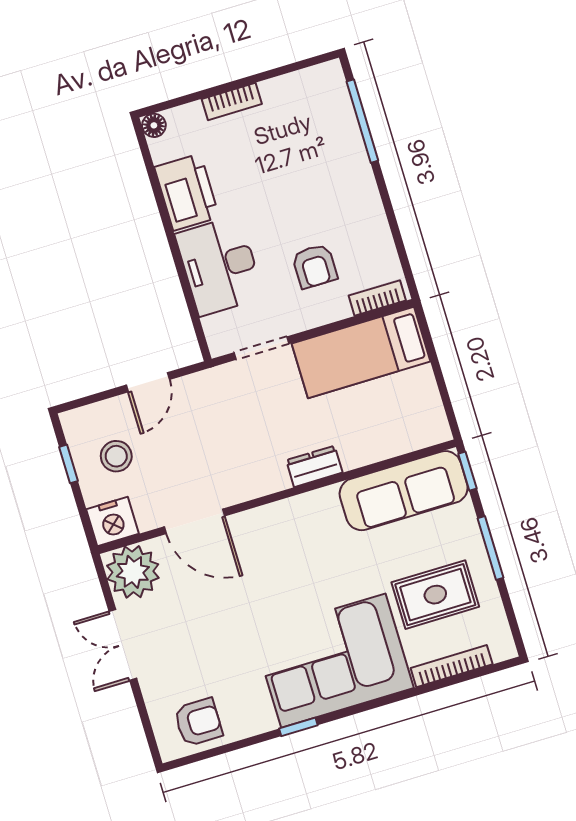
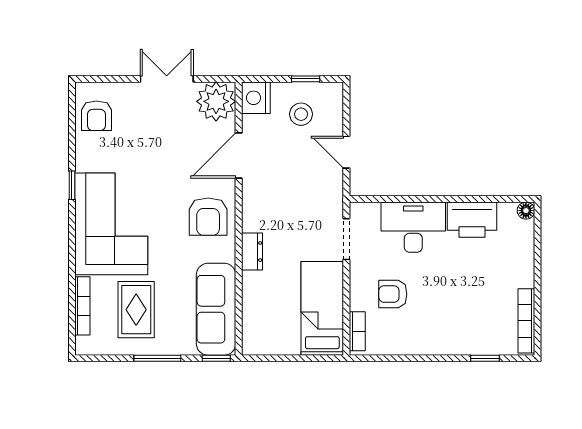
bookcase: (232, 101) -> (526, 321), moved, width x1.56
window: (362, 121) -> (485, 358), width x0.46
armchair: (286, 537) -> (208, 217), added

